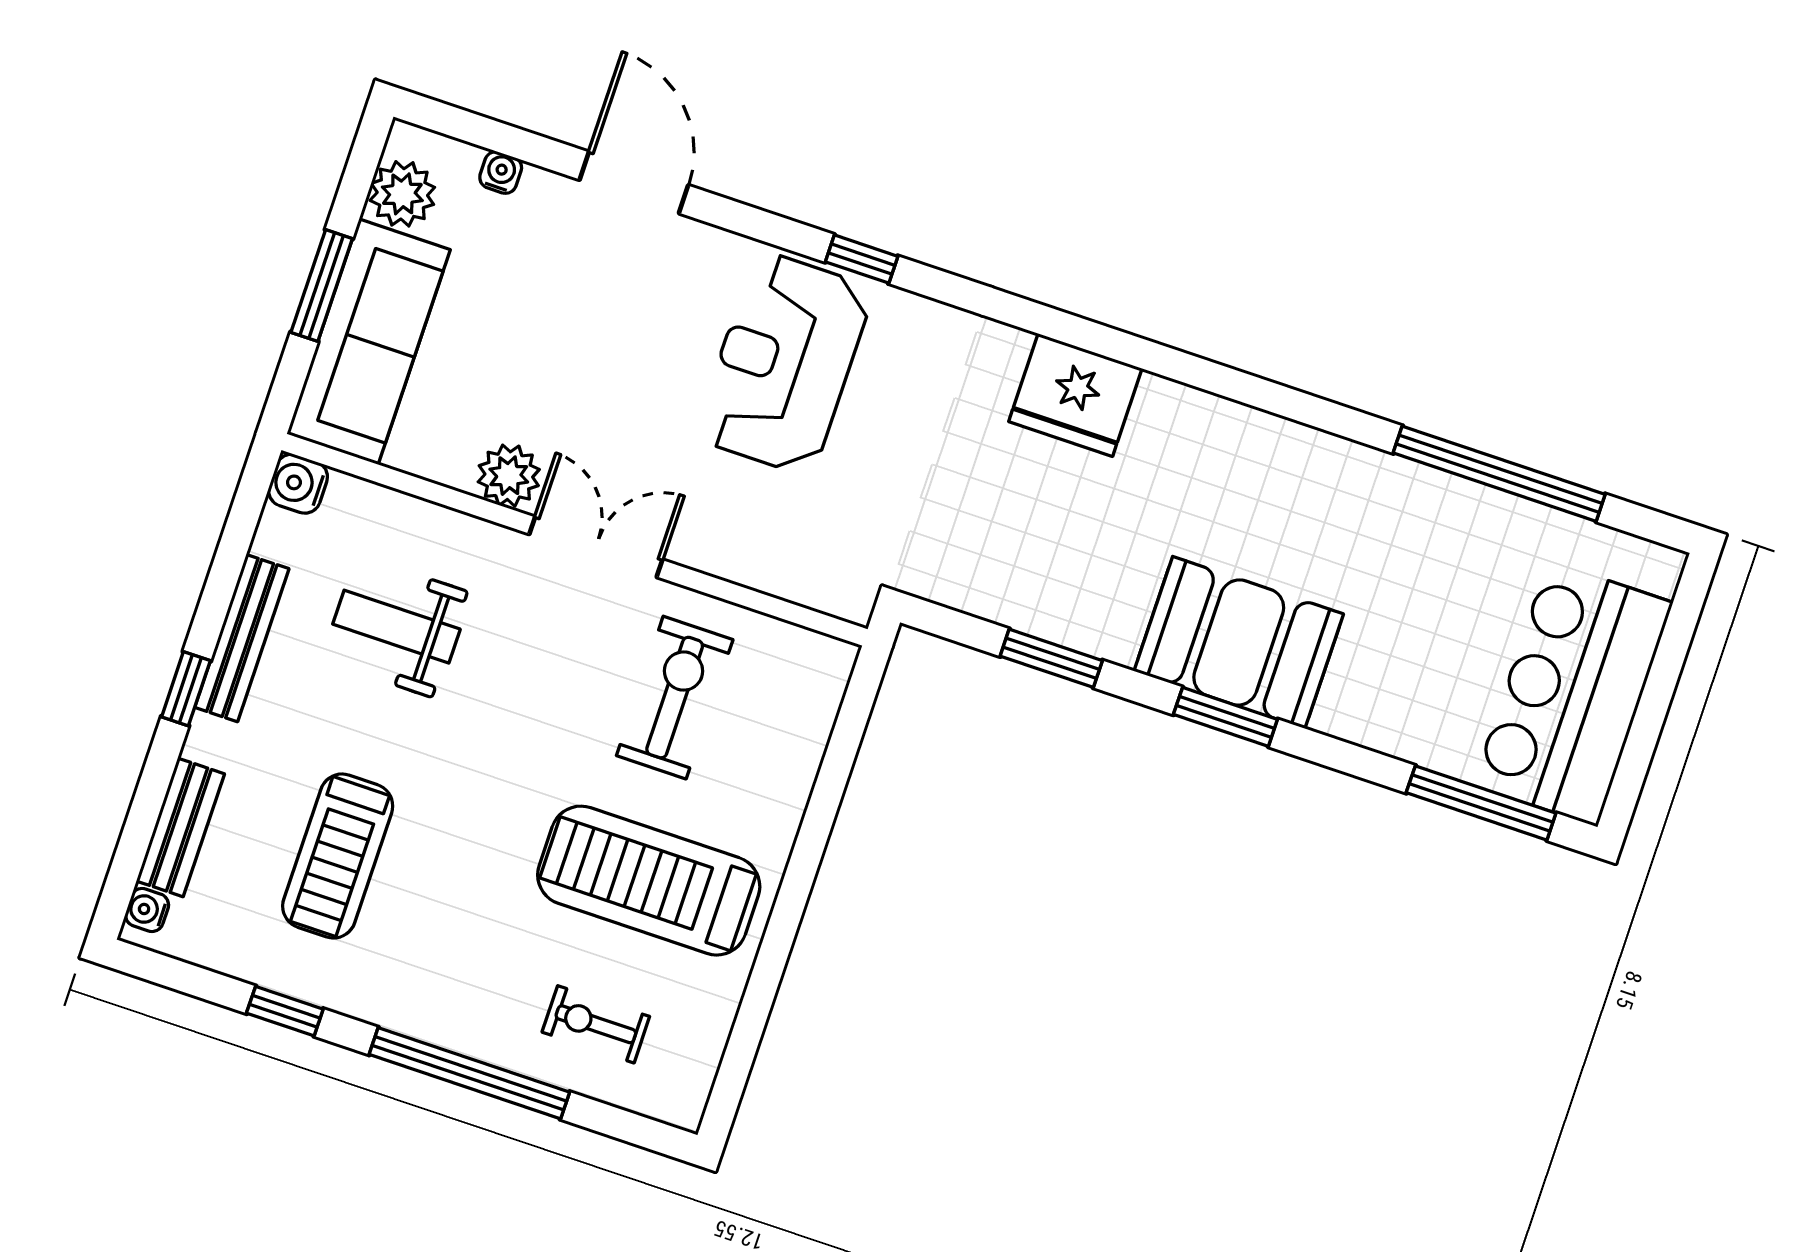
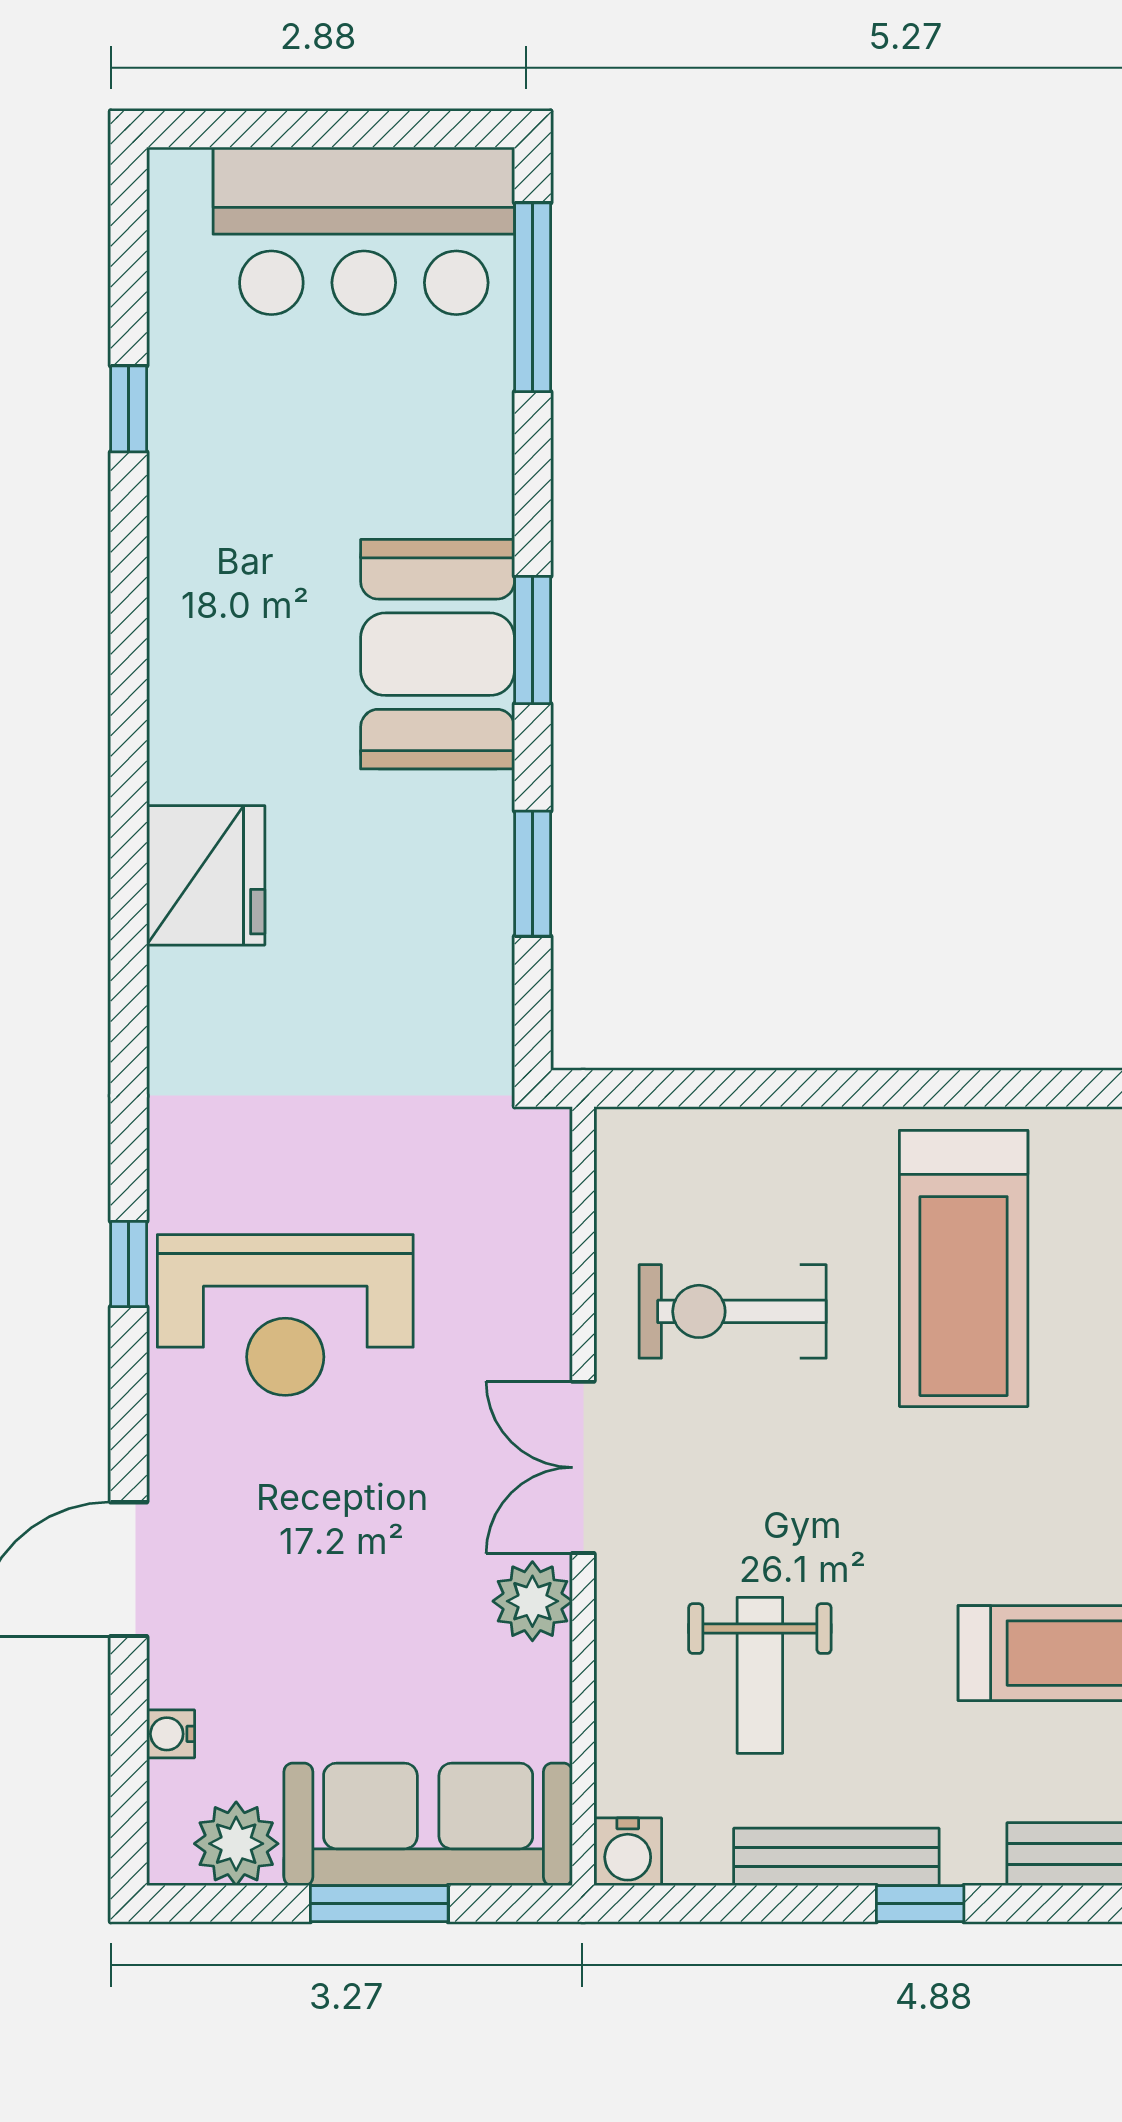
fridge: (1075, 395) -> (206, 875), moved
window: (1499, 474) -> (129, 409), width x0.32

